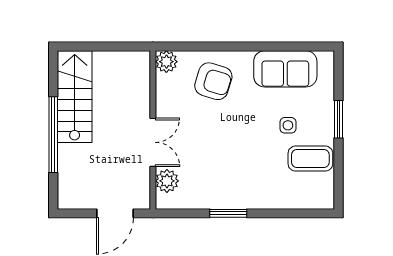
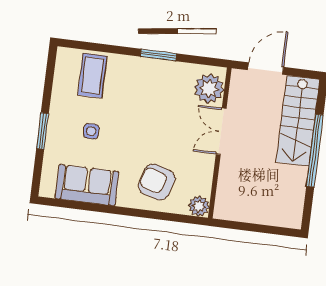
stairs: (75, 97) -> (298, 121), moved
coffee table: (310, 159) -> (92, 76), moved, turned 90
plant: (167, 181) -> (209, 89), width x1.36, depth x1.36

